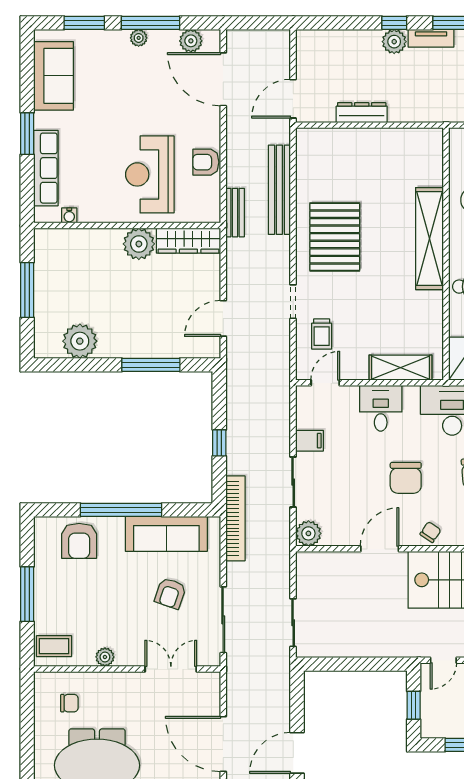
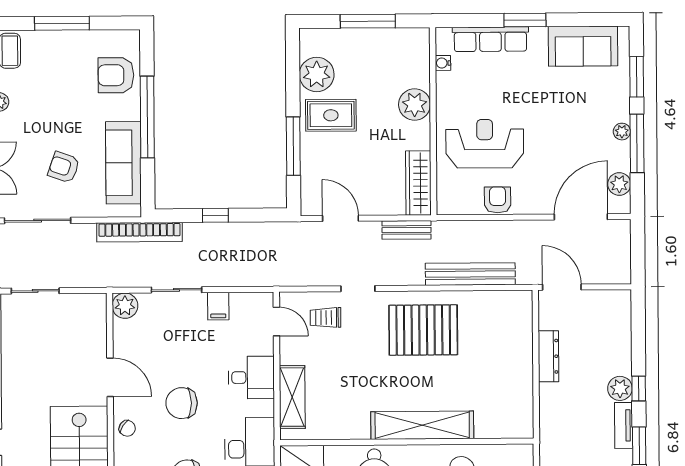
bench: (235, 213) -> (406, 230), moved
plant: (139, 244) -> (415, 105), moved
rug: (120, 327) -> (331, 115), added

